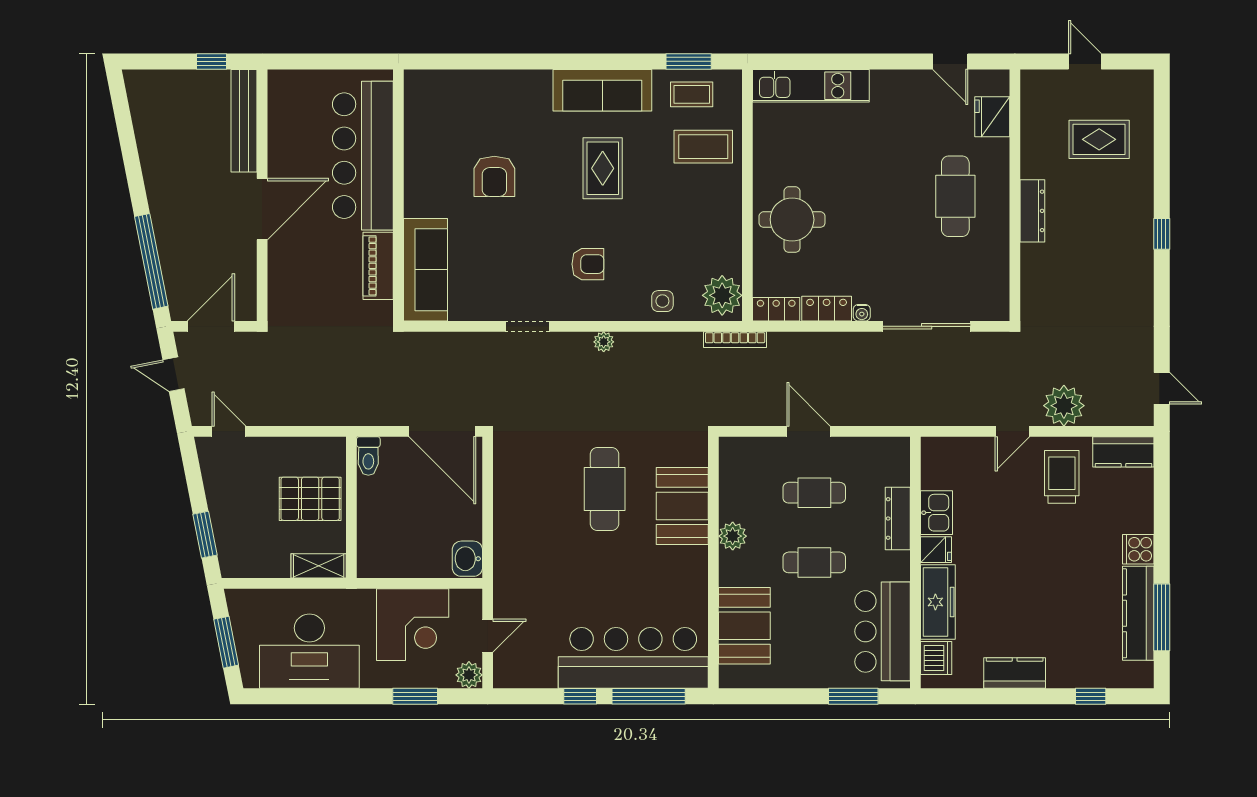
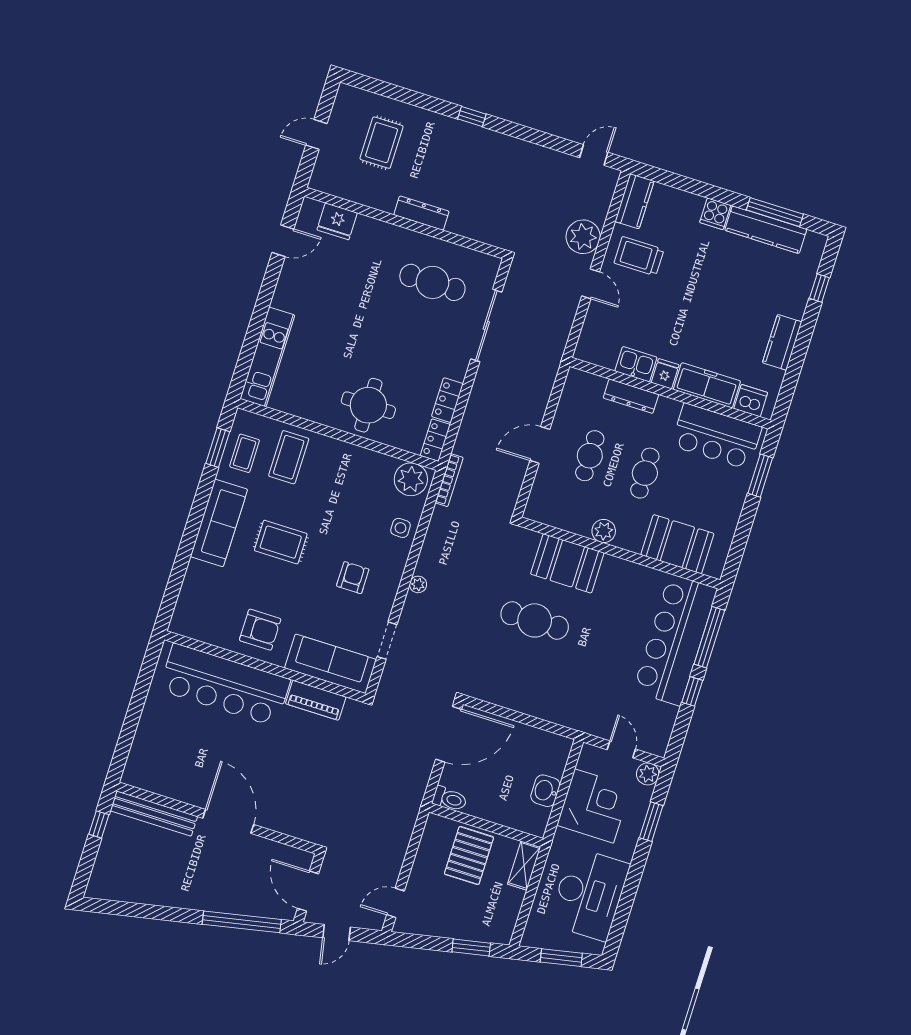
bar counter: (363, 156) -> (225, 685), moved
wall: (398, 195) -> (265, 667), moved
cafe table: (955, 196) -> (432, 282), moved
piano: (378, 266) -> (316, 700), moved
sofa: (426, 270) -> (330, 664), moved
water cooler: (862, 313) -> (459, 373), removed
washbasin: (467, 559) -> (545, 791), moved, turned 90

